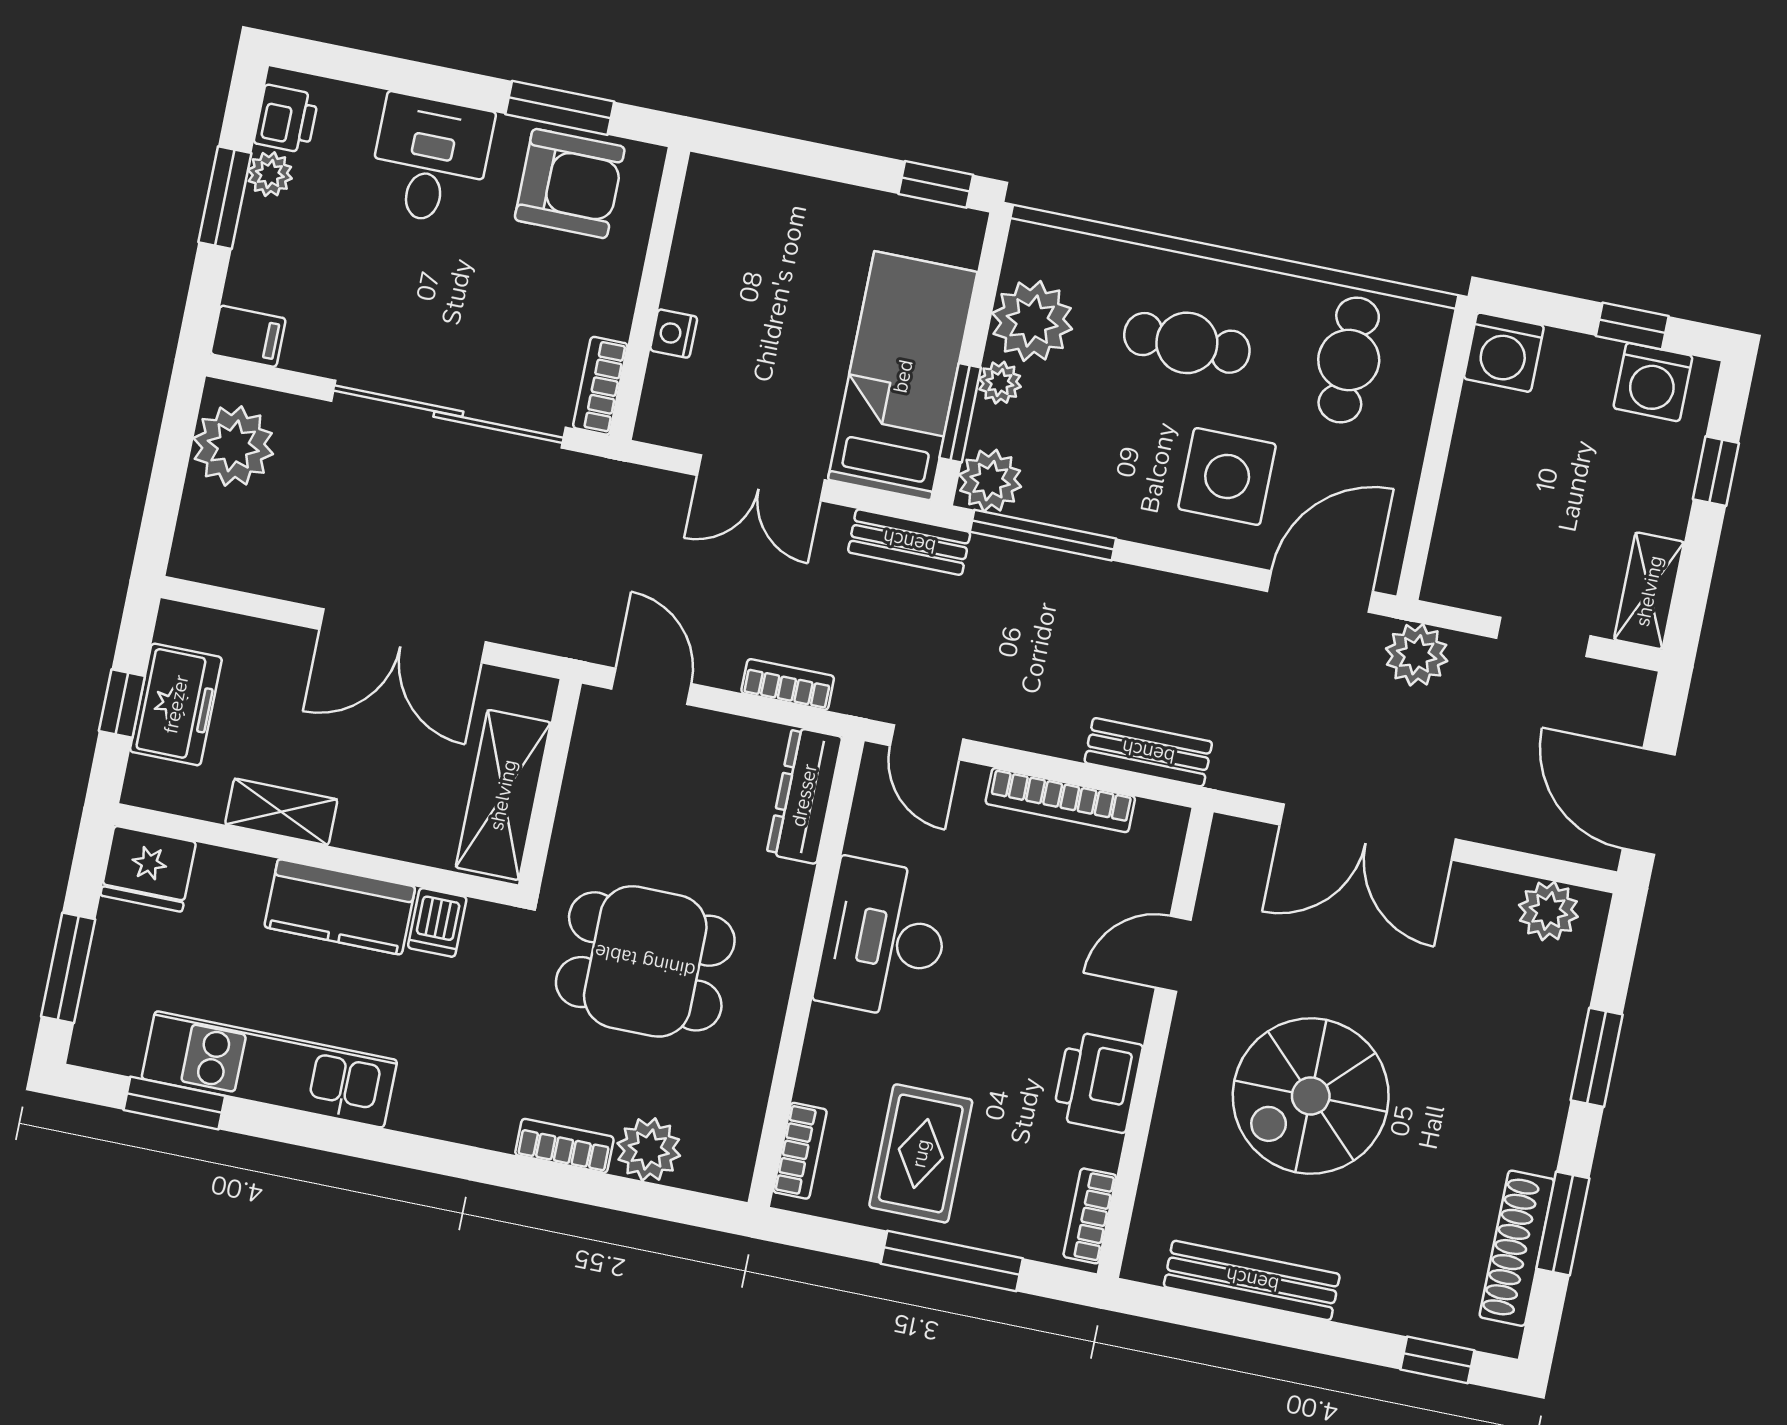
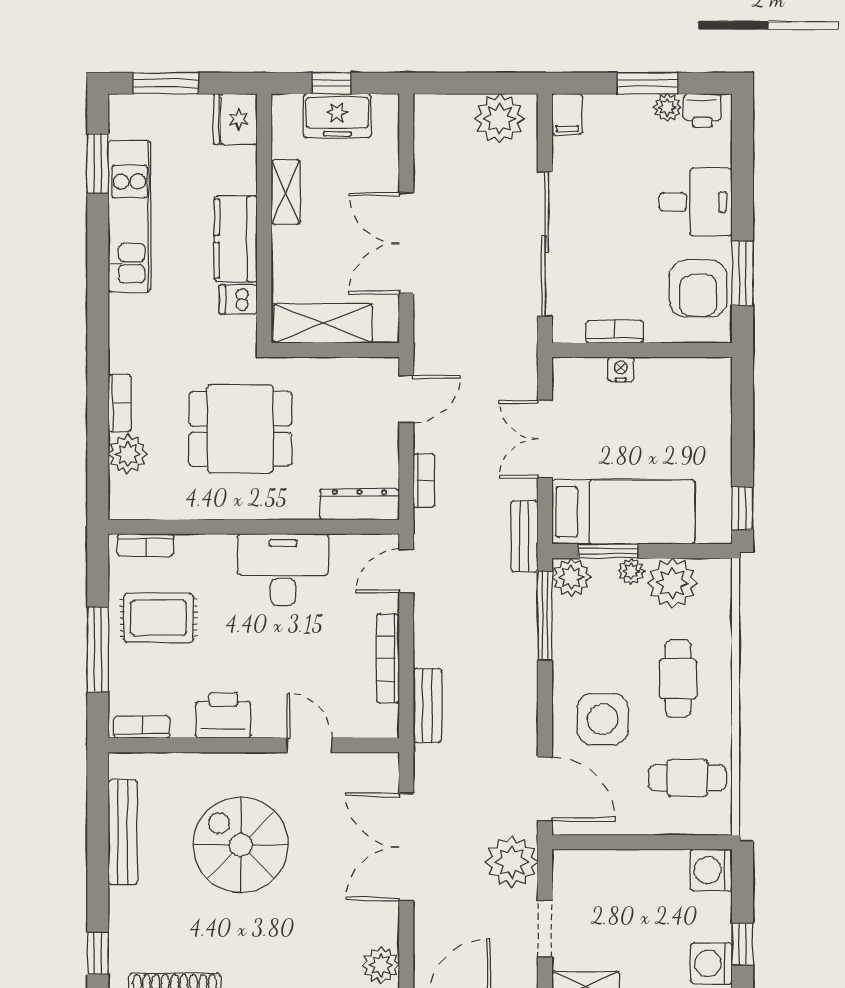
bookcase: (600, 386) -> (615, 332), moved
plant: (1417, 655) -> (512, 862), width x1.36, depth x1.36
dining table: (645, 961) -> (240, 429), turned 90

